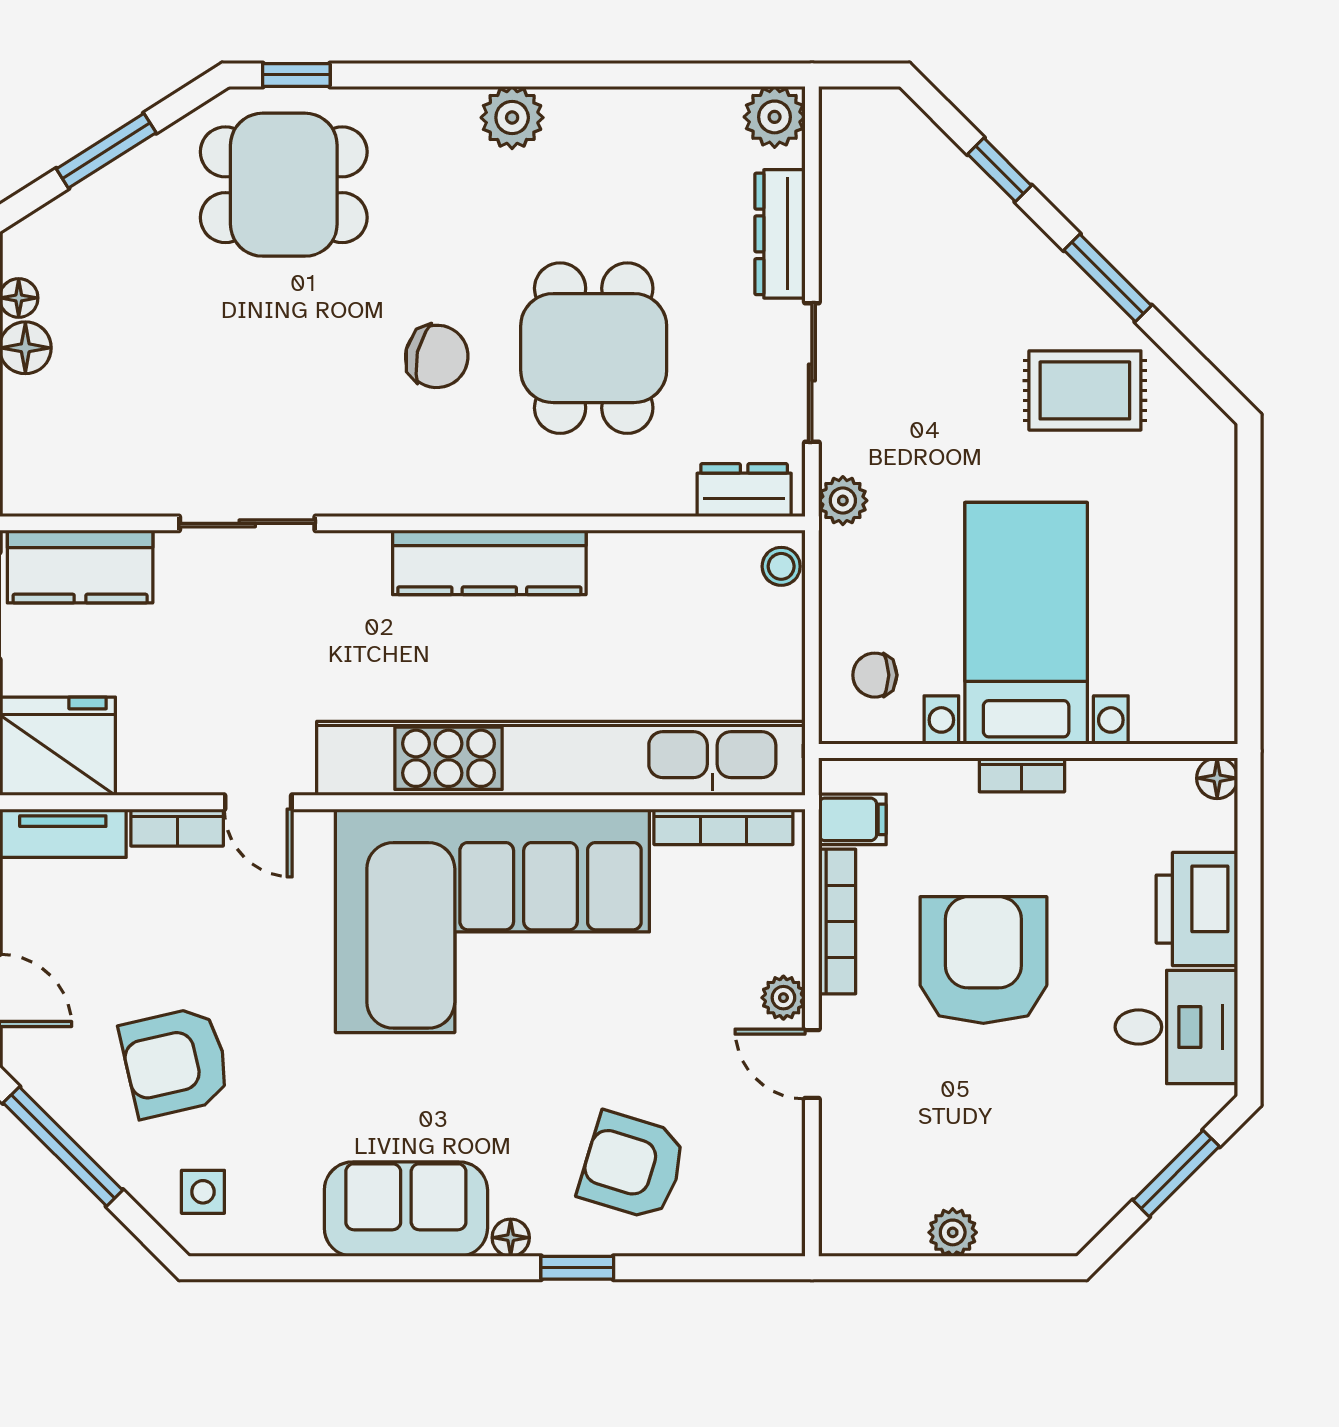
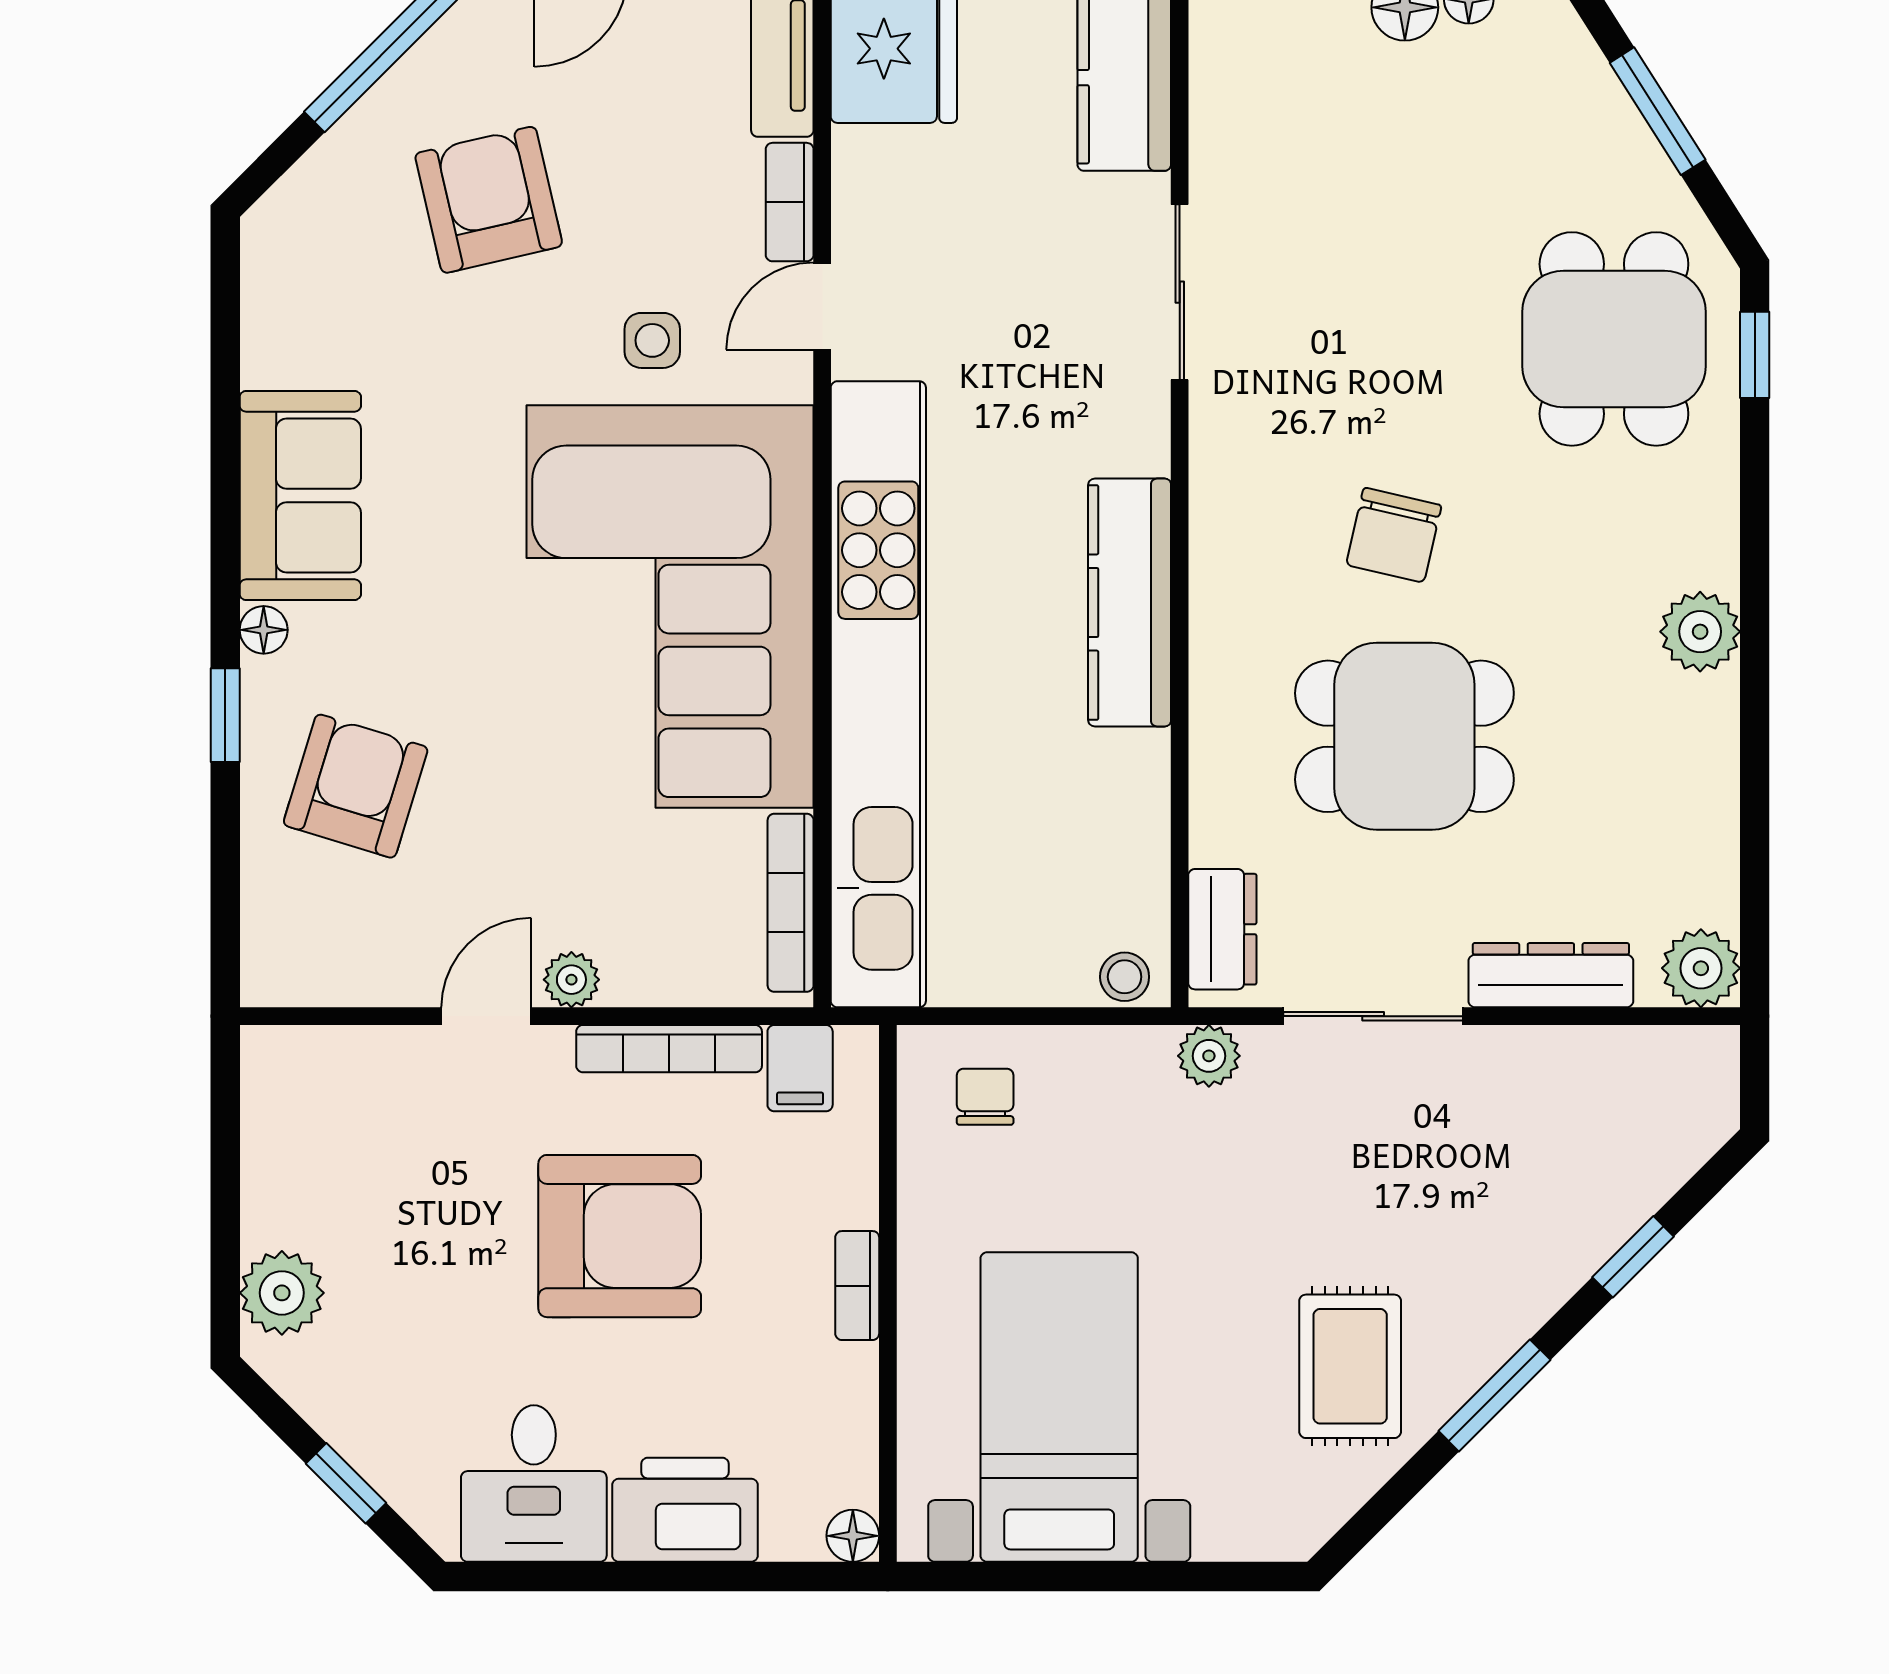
bed with nightstands: (1026, 623) -> (1059, 1407), moved, turned -90
window: (1176, 1173) -> (346, 1483), width x0.67
side table: (203, 1192) -> (652, 340), moved
plant: (953, 1232) -> (282, 1293), moved, width x1.38, depth x1.38

